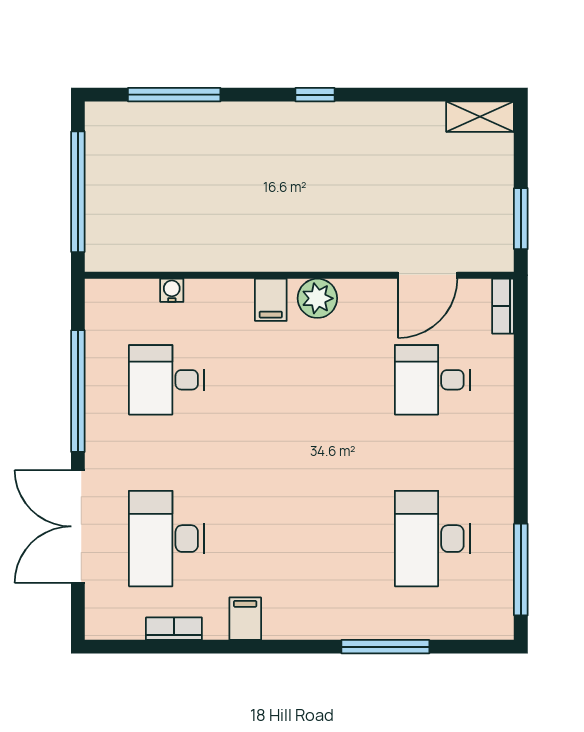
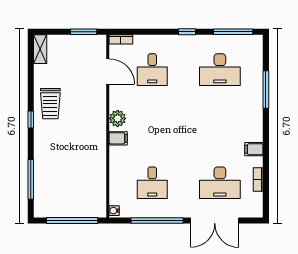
trolley: (352, 140) -> (50, 104), added
water cooler: (172, 290) -> (114, 211), moved
window: (521, 461) -> (187, 32), added

